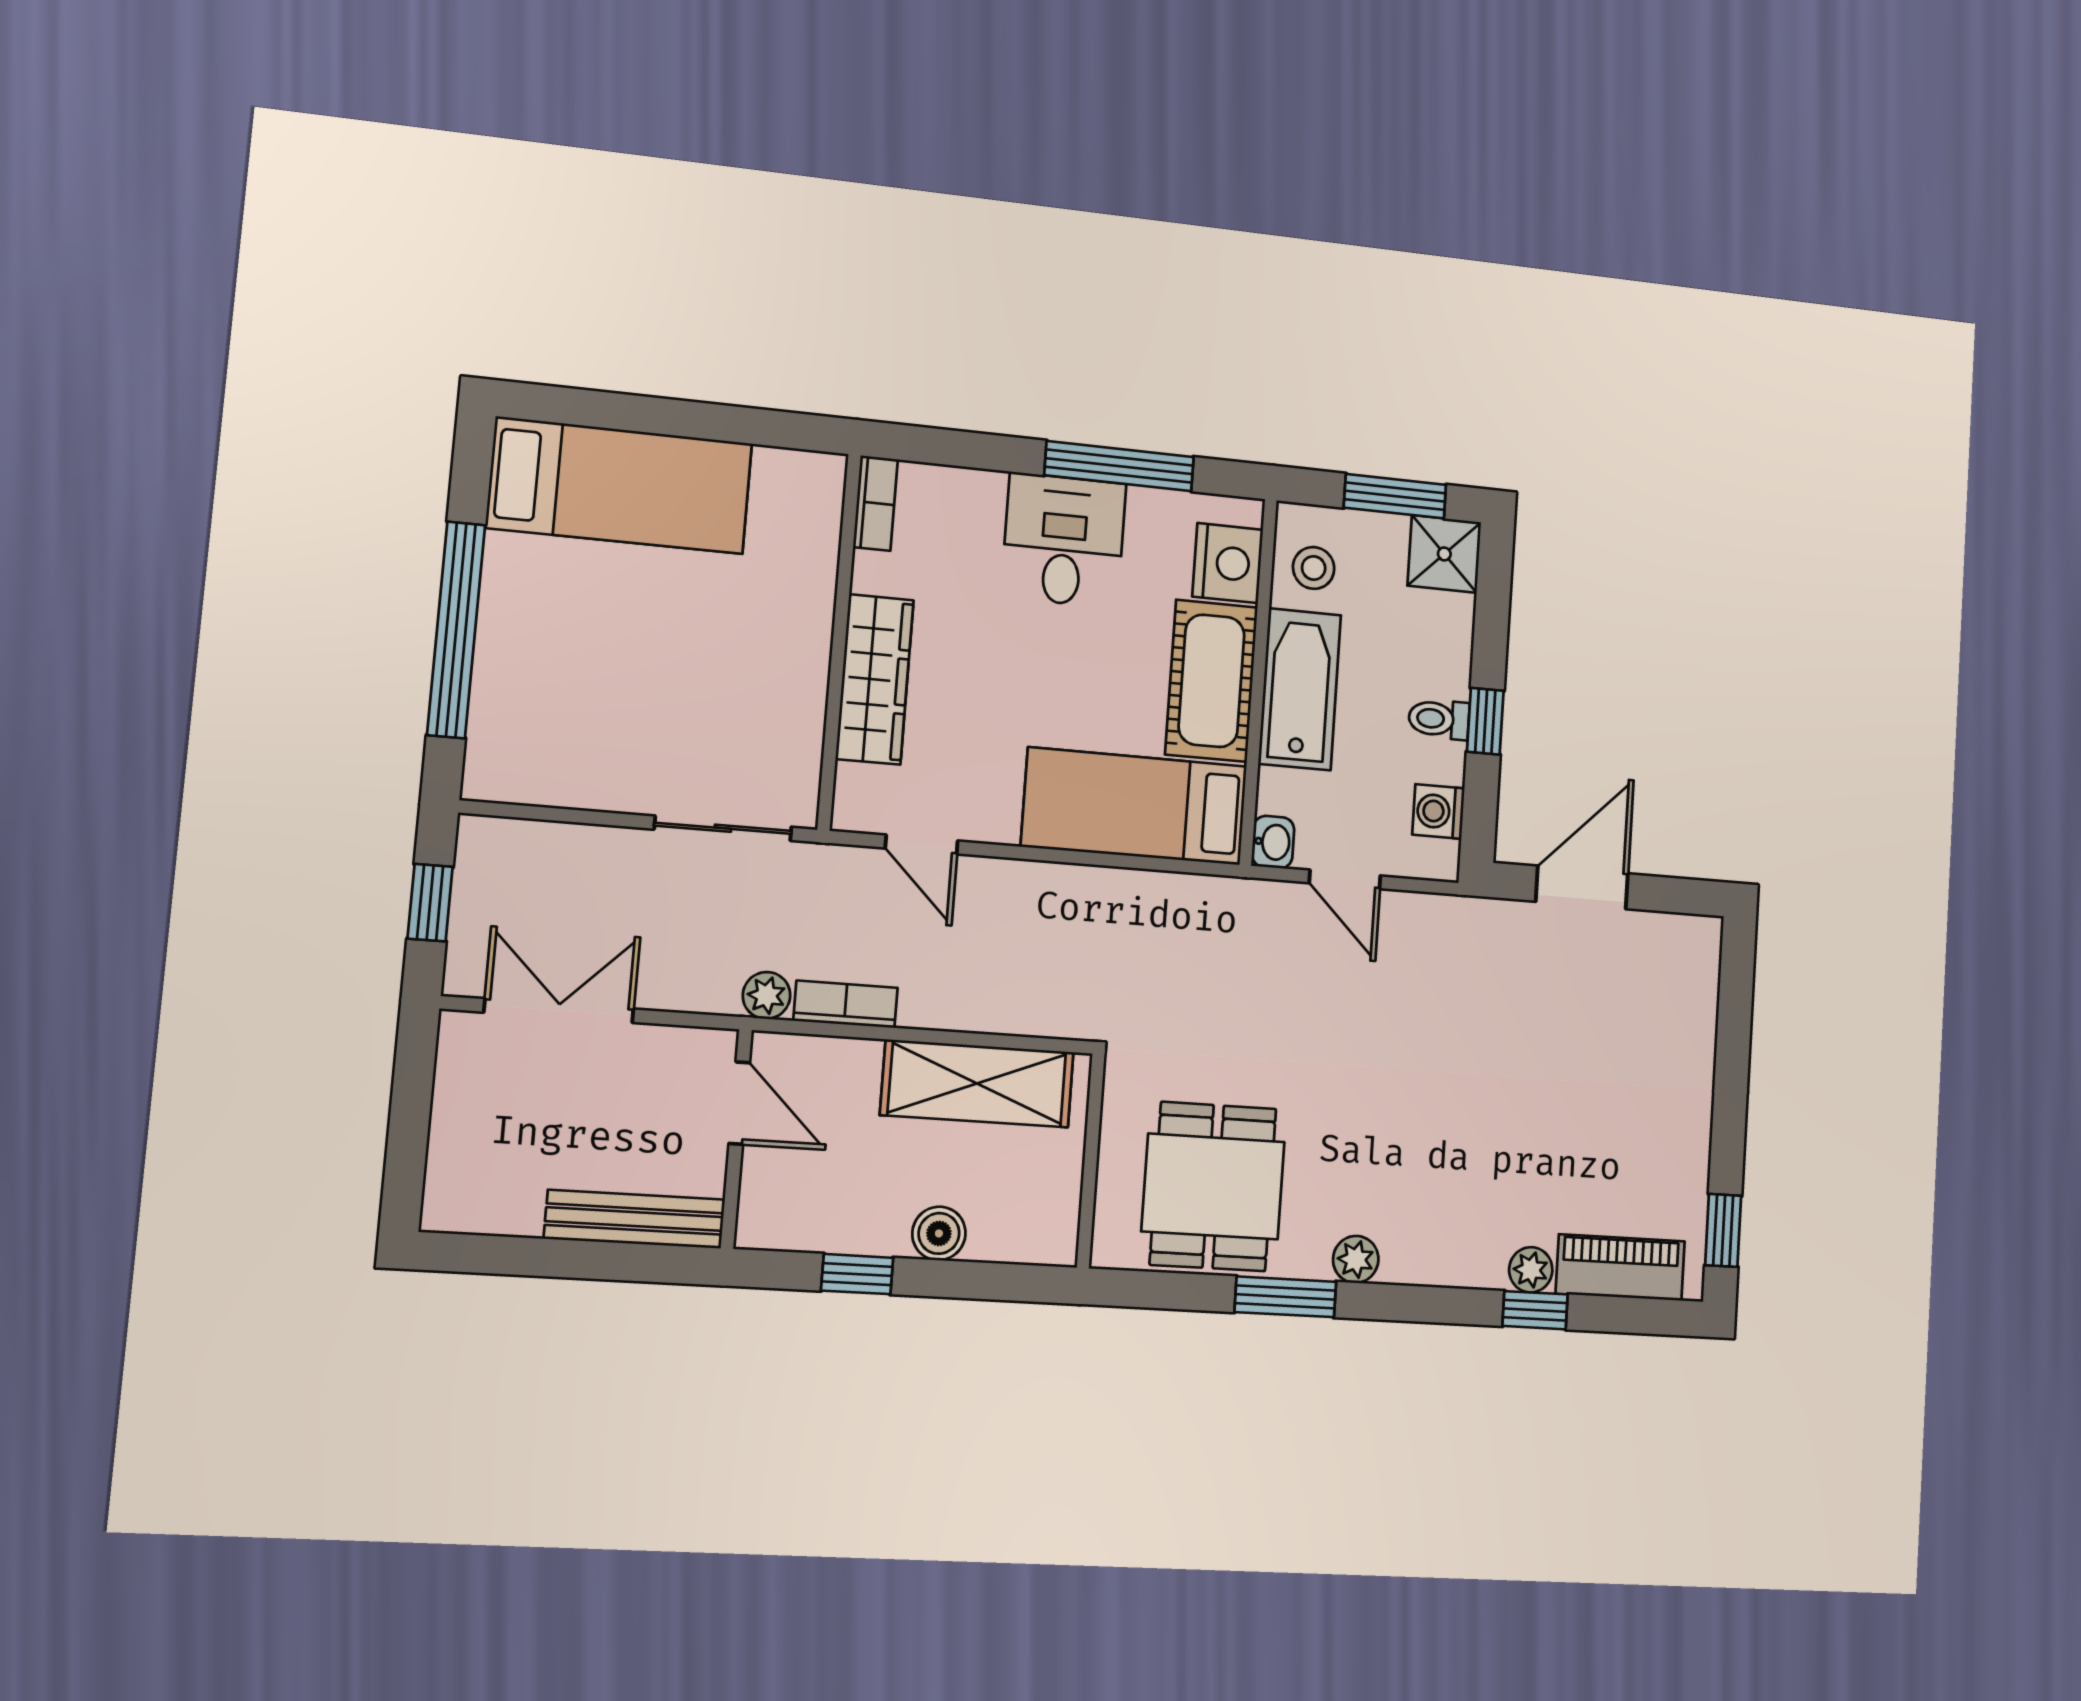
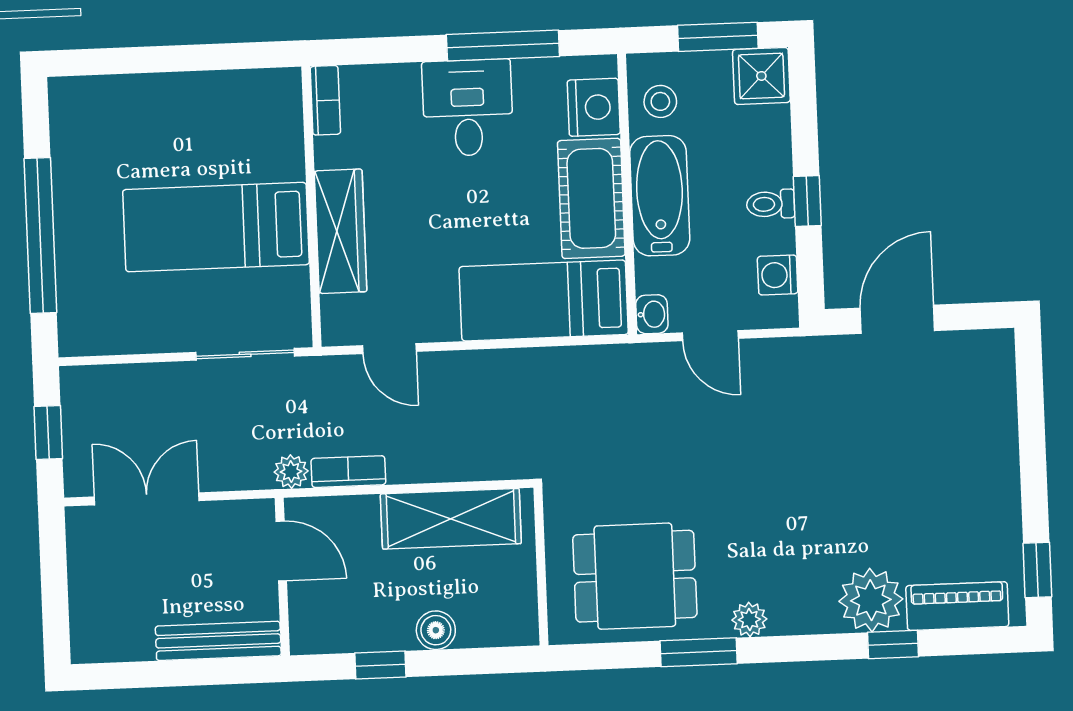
bed: (620, 485) -> (216, 227), moved, turned 180
dining table: (1213, 1186) -> (635, 576), turned 90
plant: (1531, 1270) -> (871, 600), width x1.88, depth x1.88

